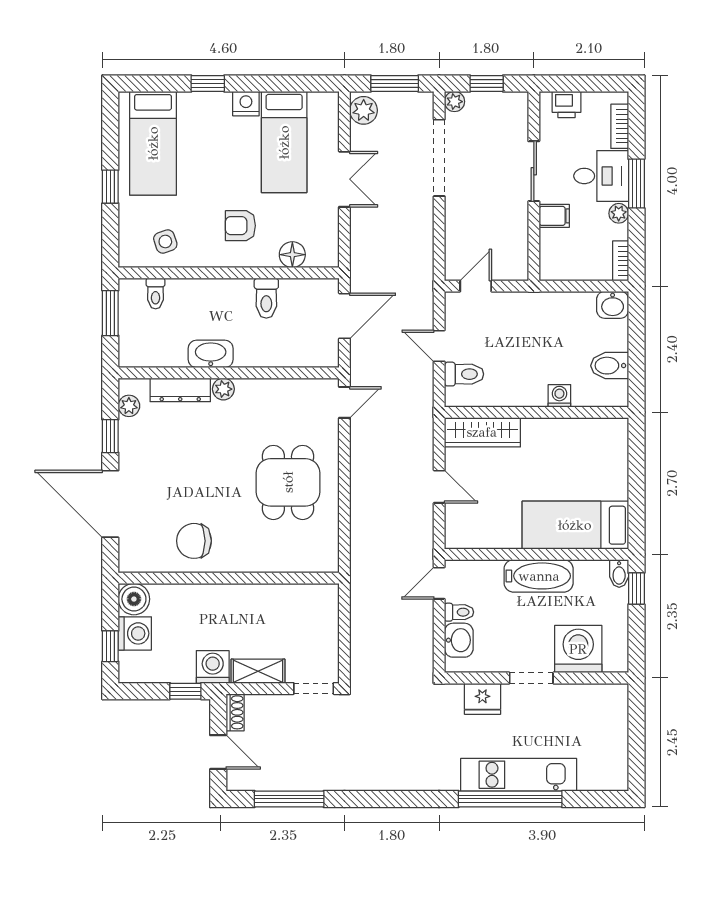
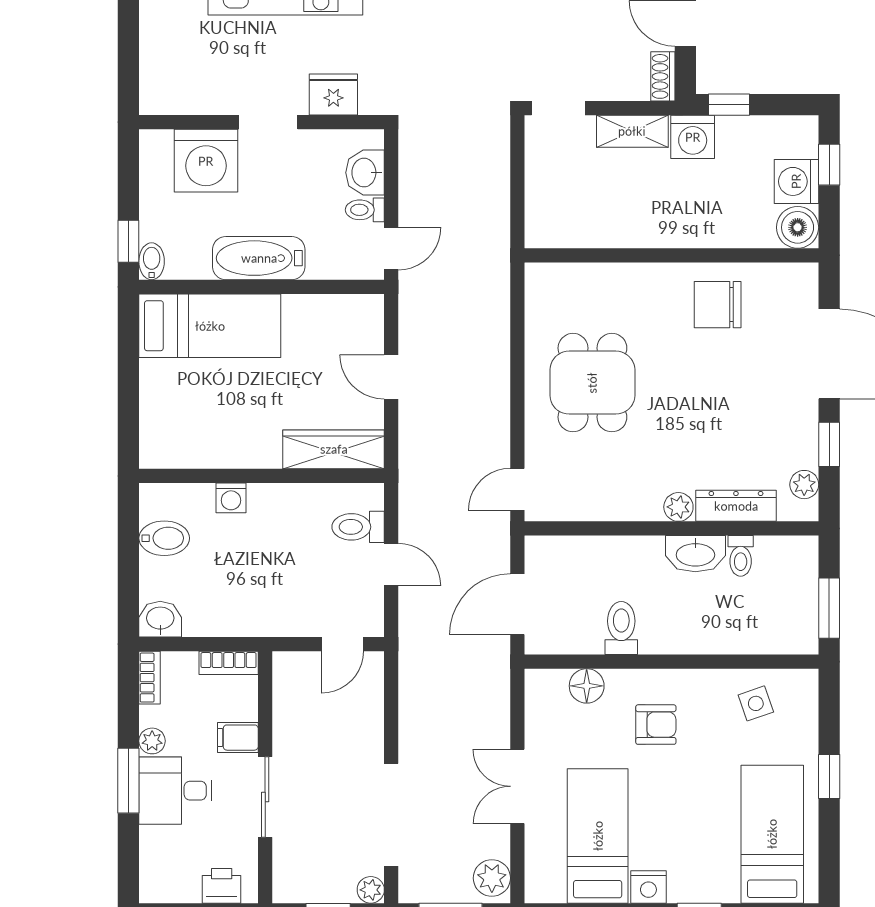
bookcase: (620, 126) -> (229, 663), moved, turned 90
toilet: (156, 294) -> (741, 556), moved, turned 180
chair: (194, 541) -> (718, 305), turned 180

